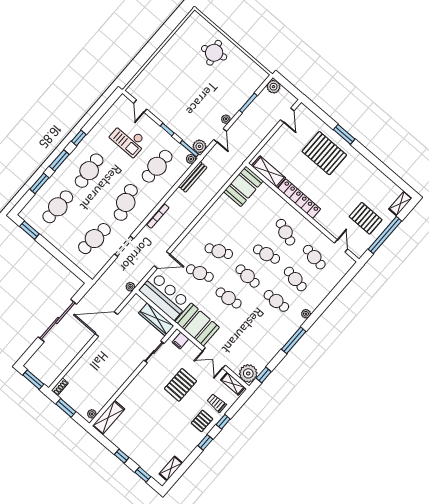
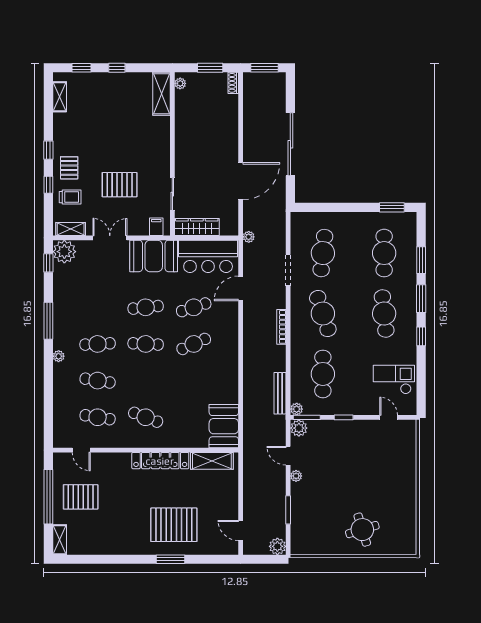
checkout: (128, 139) -> (394, 380), moved
cafe table: (267, 254) -> (146, 381), removed
pallet: (181, 385) -> (120, 185), turned 90

